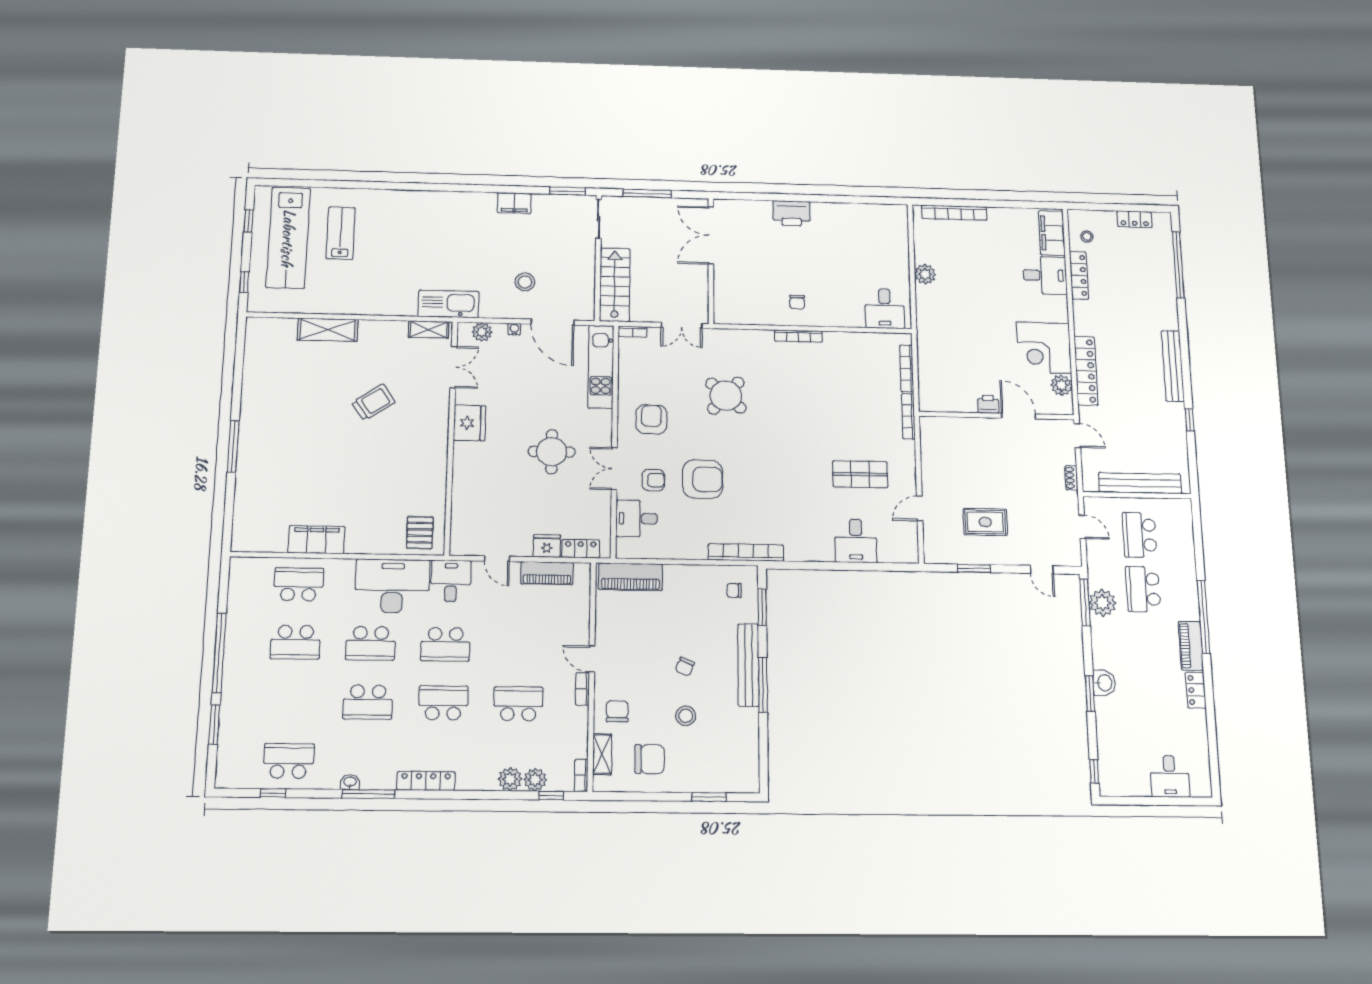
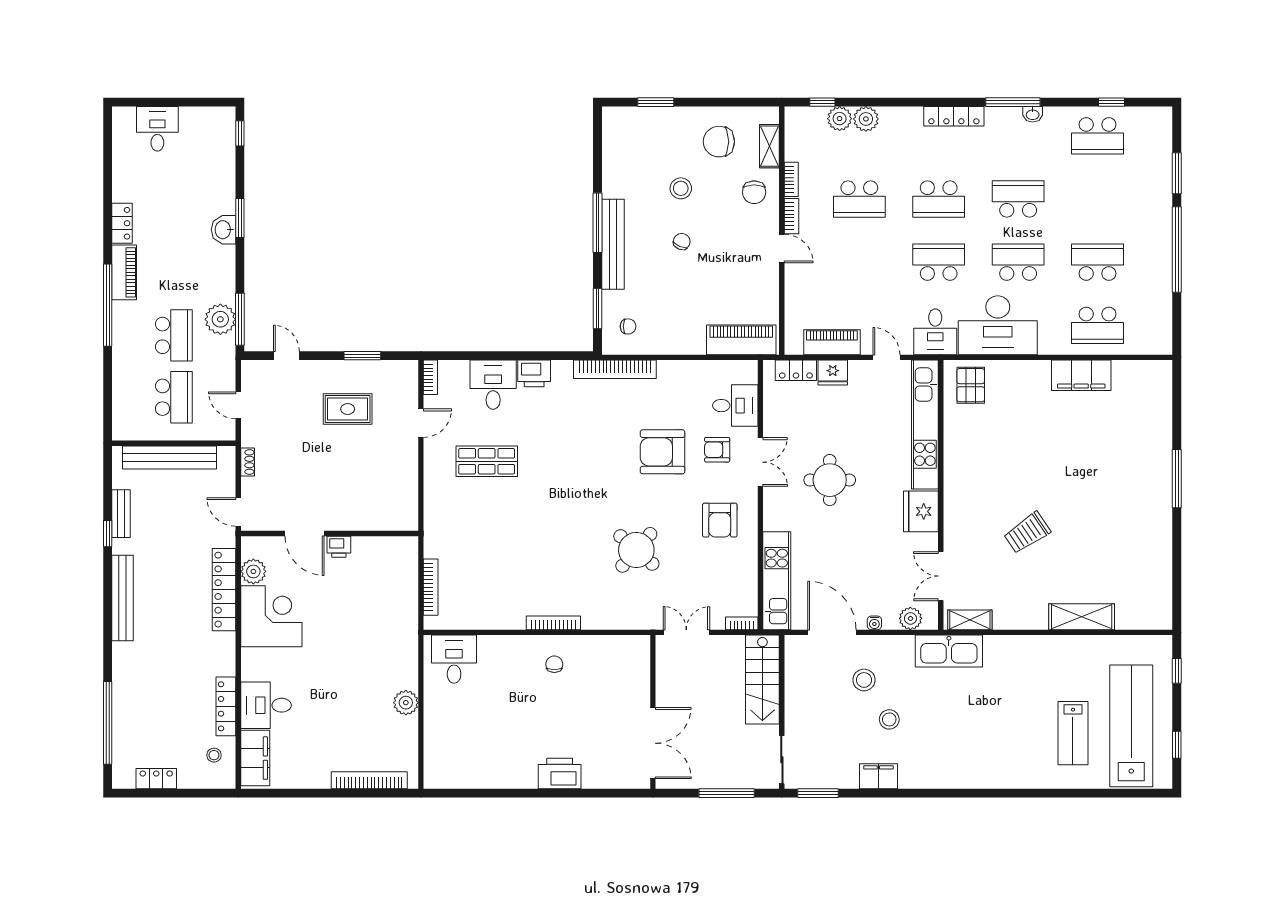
stool: (503, 249) -> (889, 719), added
bookcase: (908, 416) -> (430, 377), moved, width x0.64
bench: (1179, 436) -> (121, 514), added
kitchen unit: (463, 498) -> (925, 425), added
printer: (819, 550) -> (534, 373), added
bookcase: (581, 775) -> (791, 179), moved

